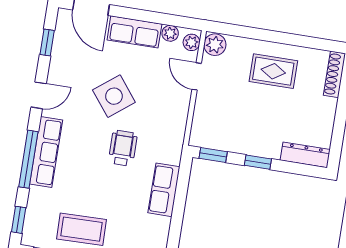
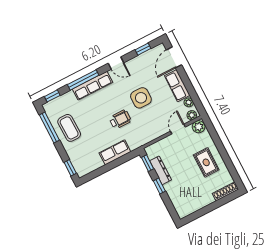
side table: (114, 96) -> (141, 98), turned 38
dresser: (305, 155) -> (161, 170), moved

